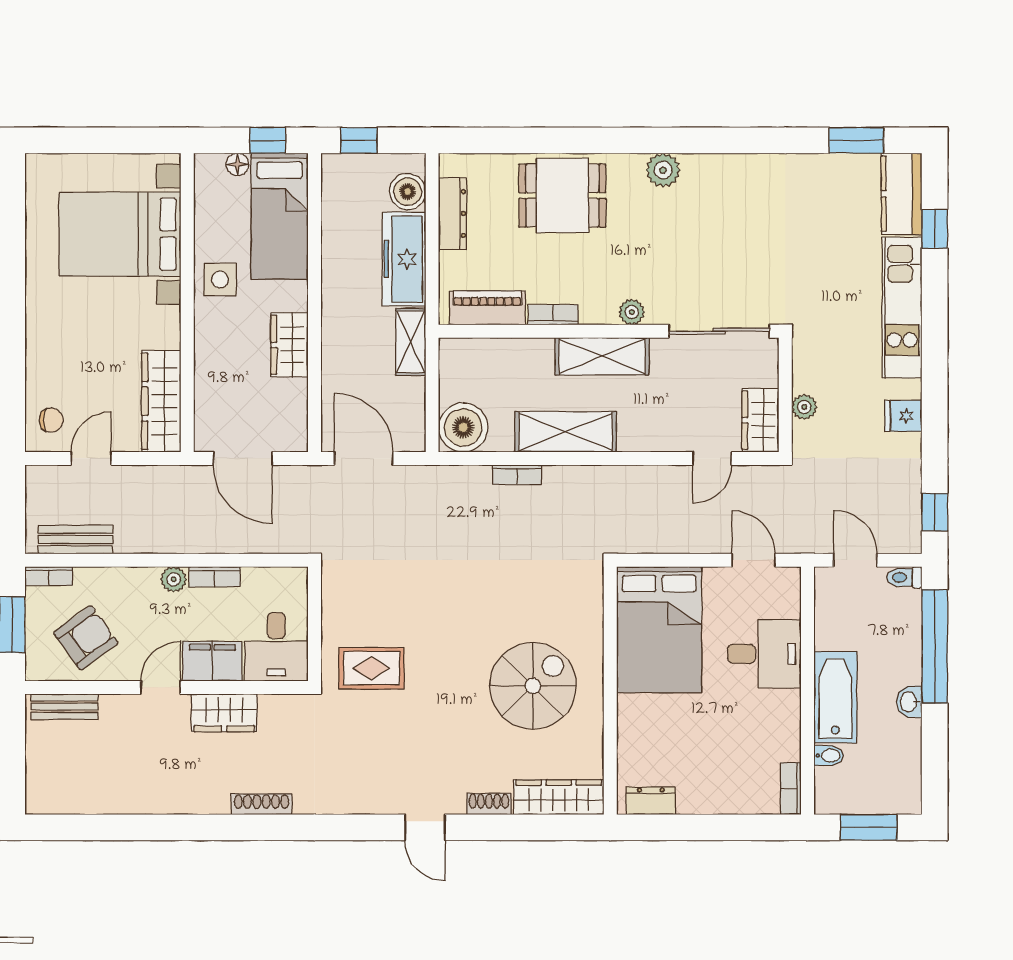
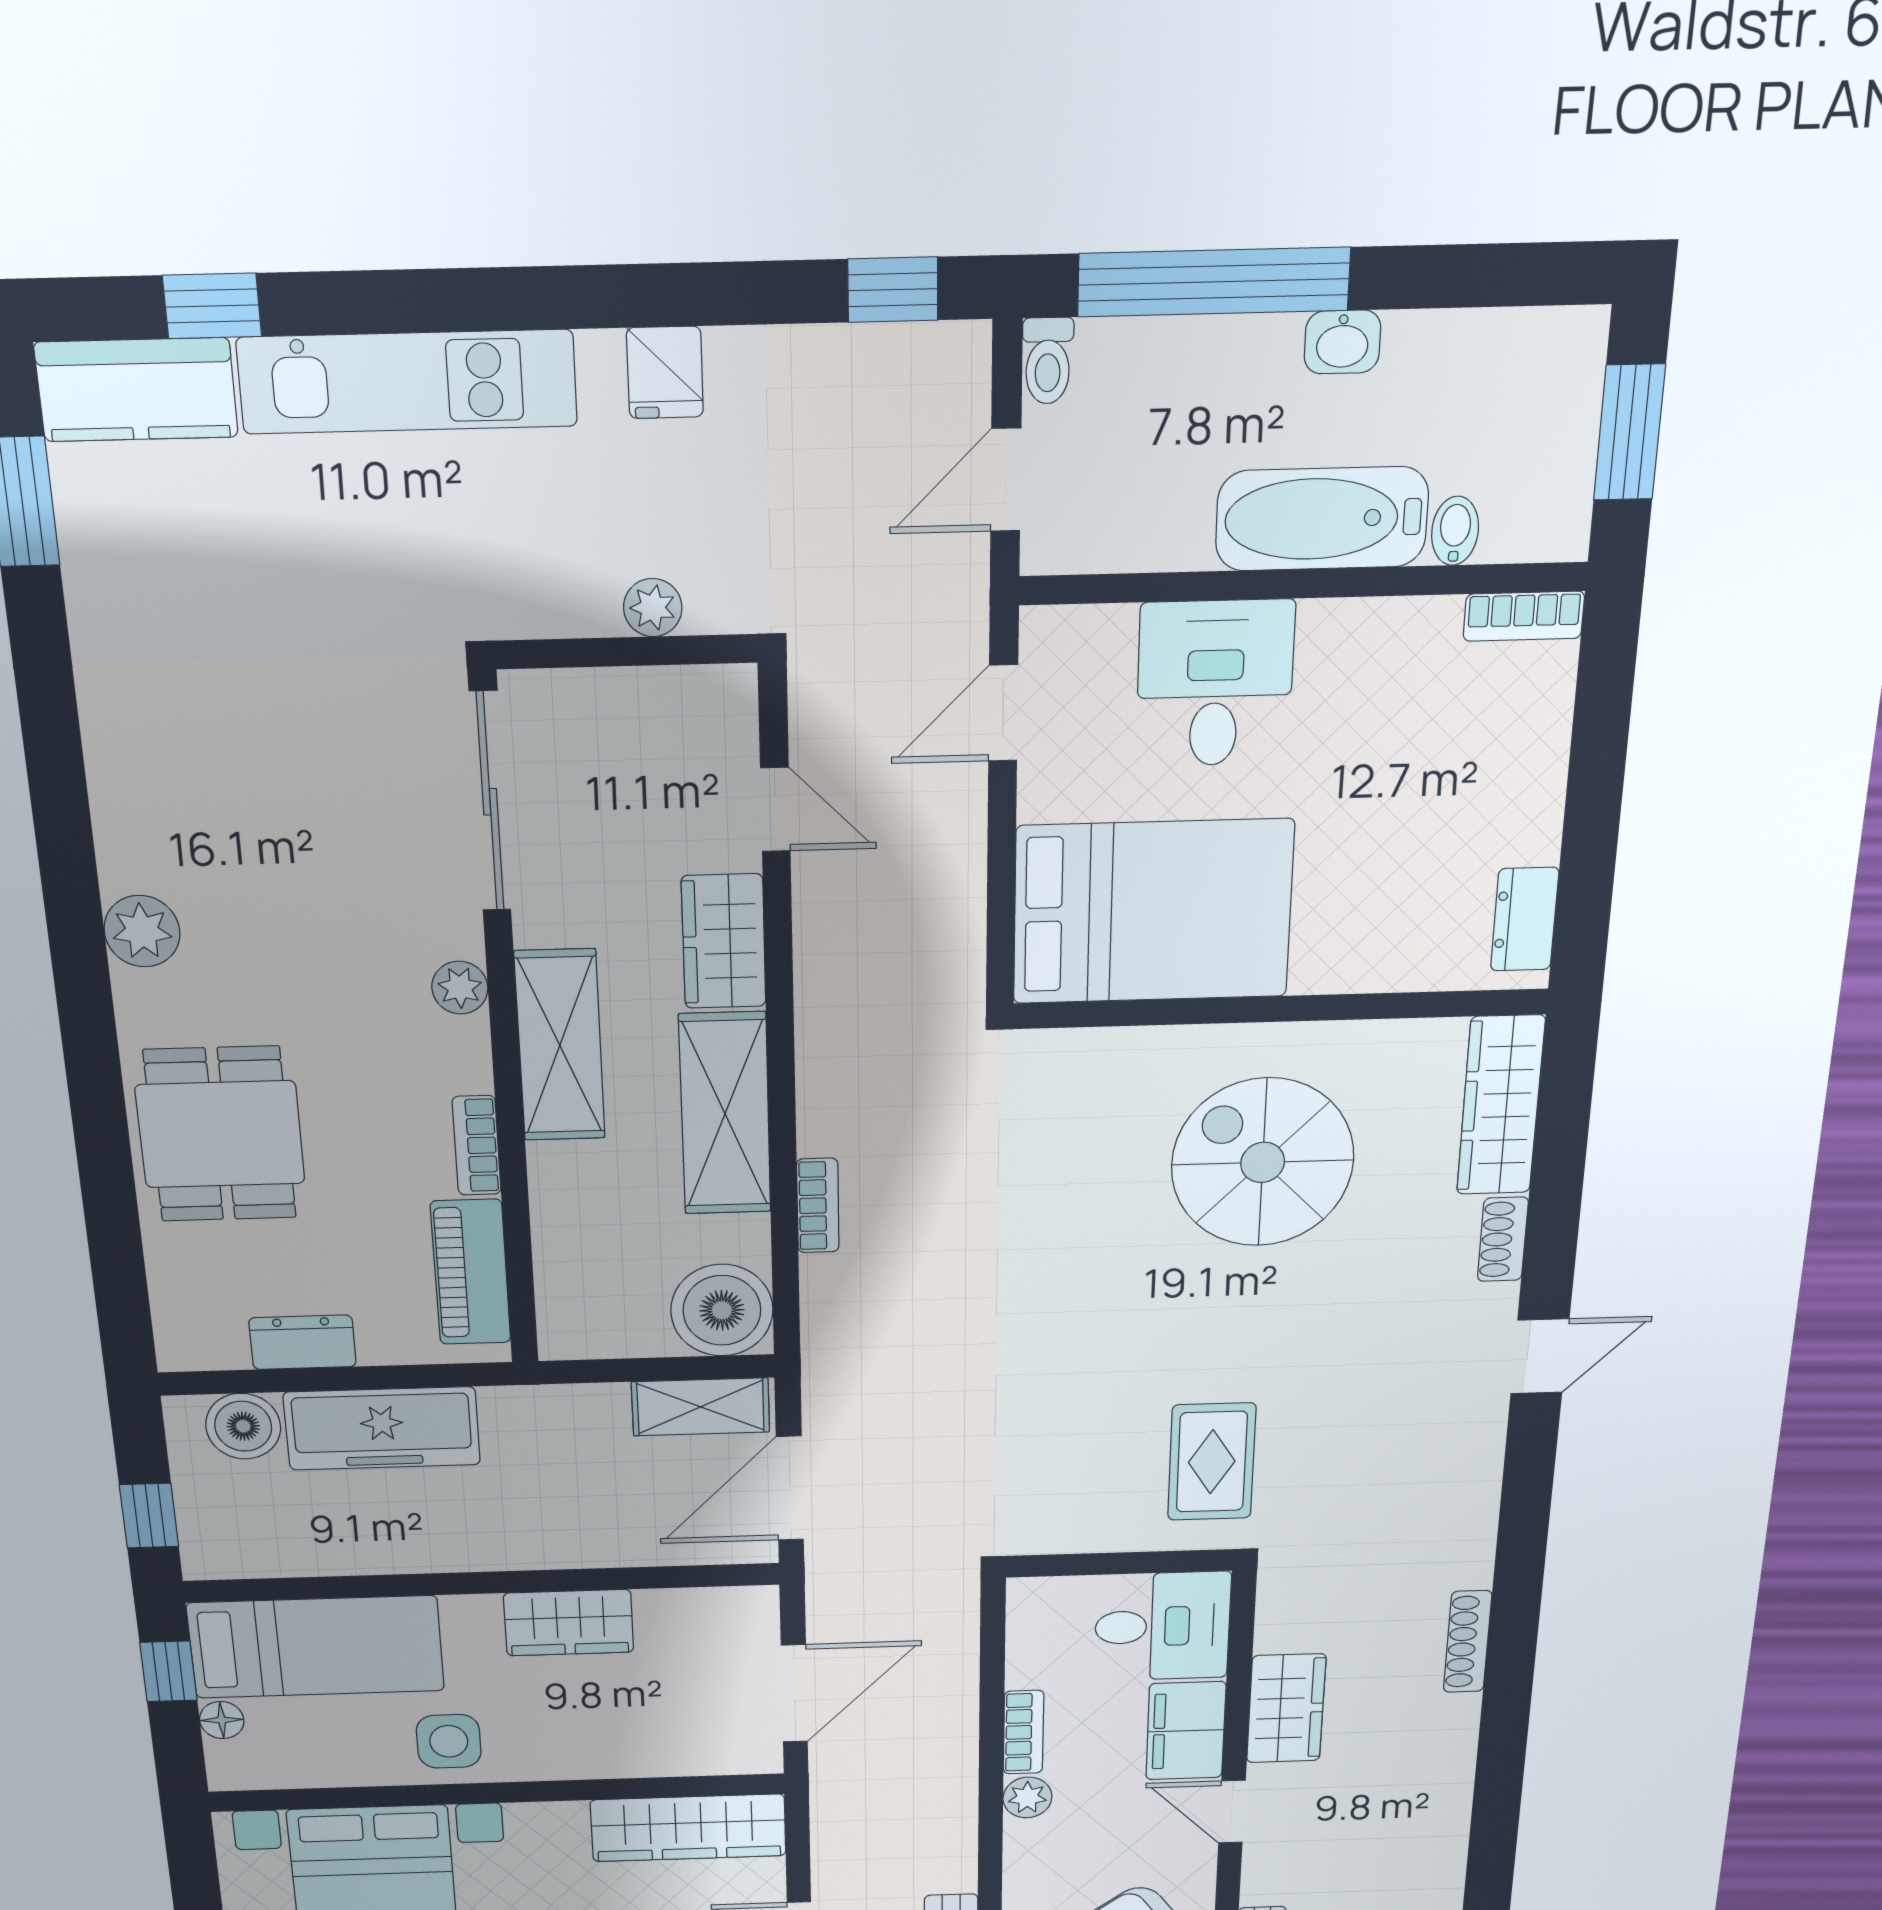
dresser: (452, 214) -> (303, 1342), width x0.70
shelving: (411, 342) -> (701, 1407), moved
wardrobe: (760, 420) -> (724, 941), moved, turned 90

